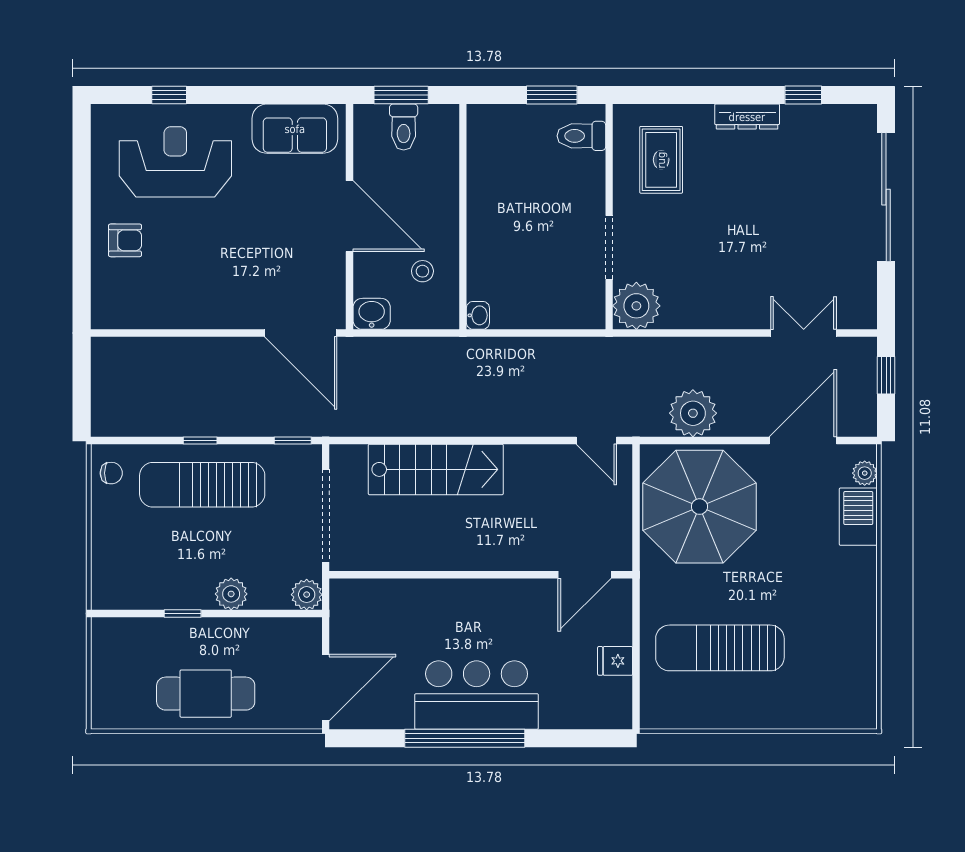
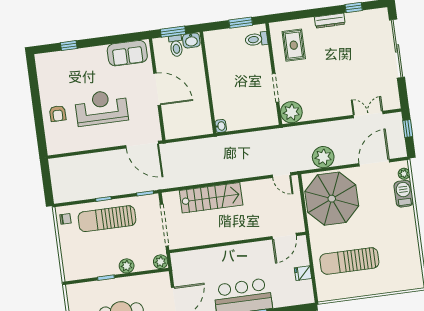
reception desk: (175, 162) -> (101, 108), moved
armchair: (125, 240) -> (58, 113), turned 90
stool: (422, 271) -> (193, 110), removed
washbasin: (372, 314) -> (191, 40), moved, turned 180

